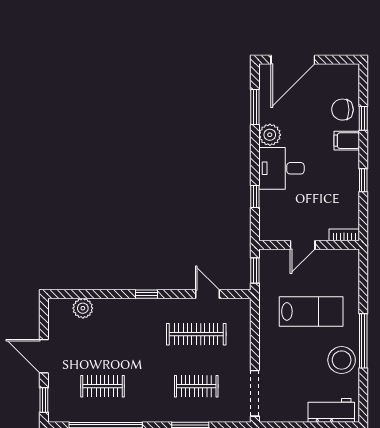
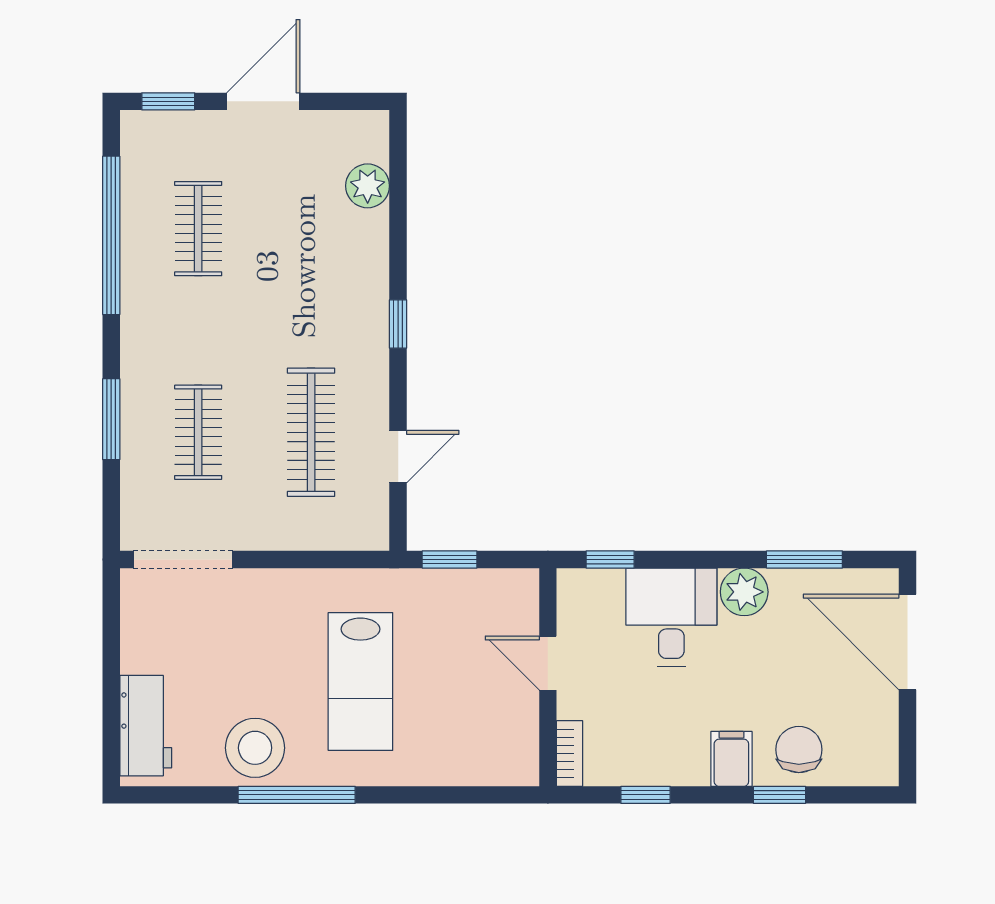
bookcase: (344, 235) -> (570, 754), moved
door: (303, 245) -> (548, 663), moved
wall: (309, 245) -> (548, 677), moved

